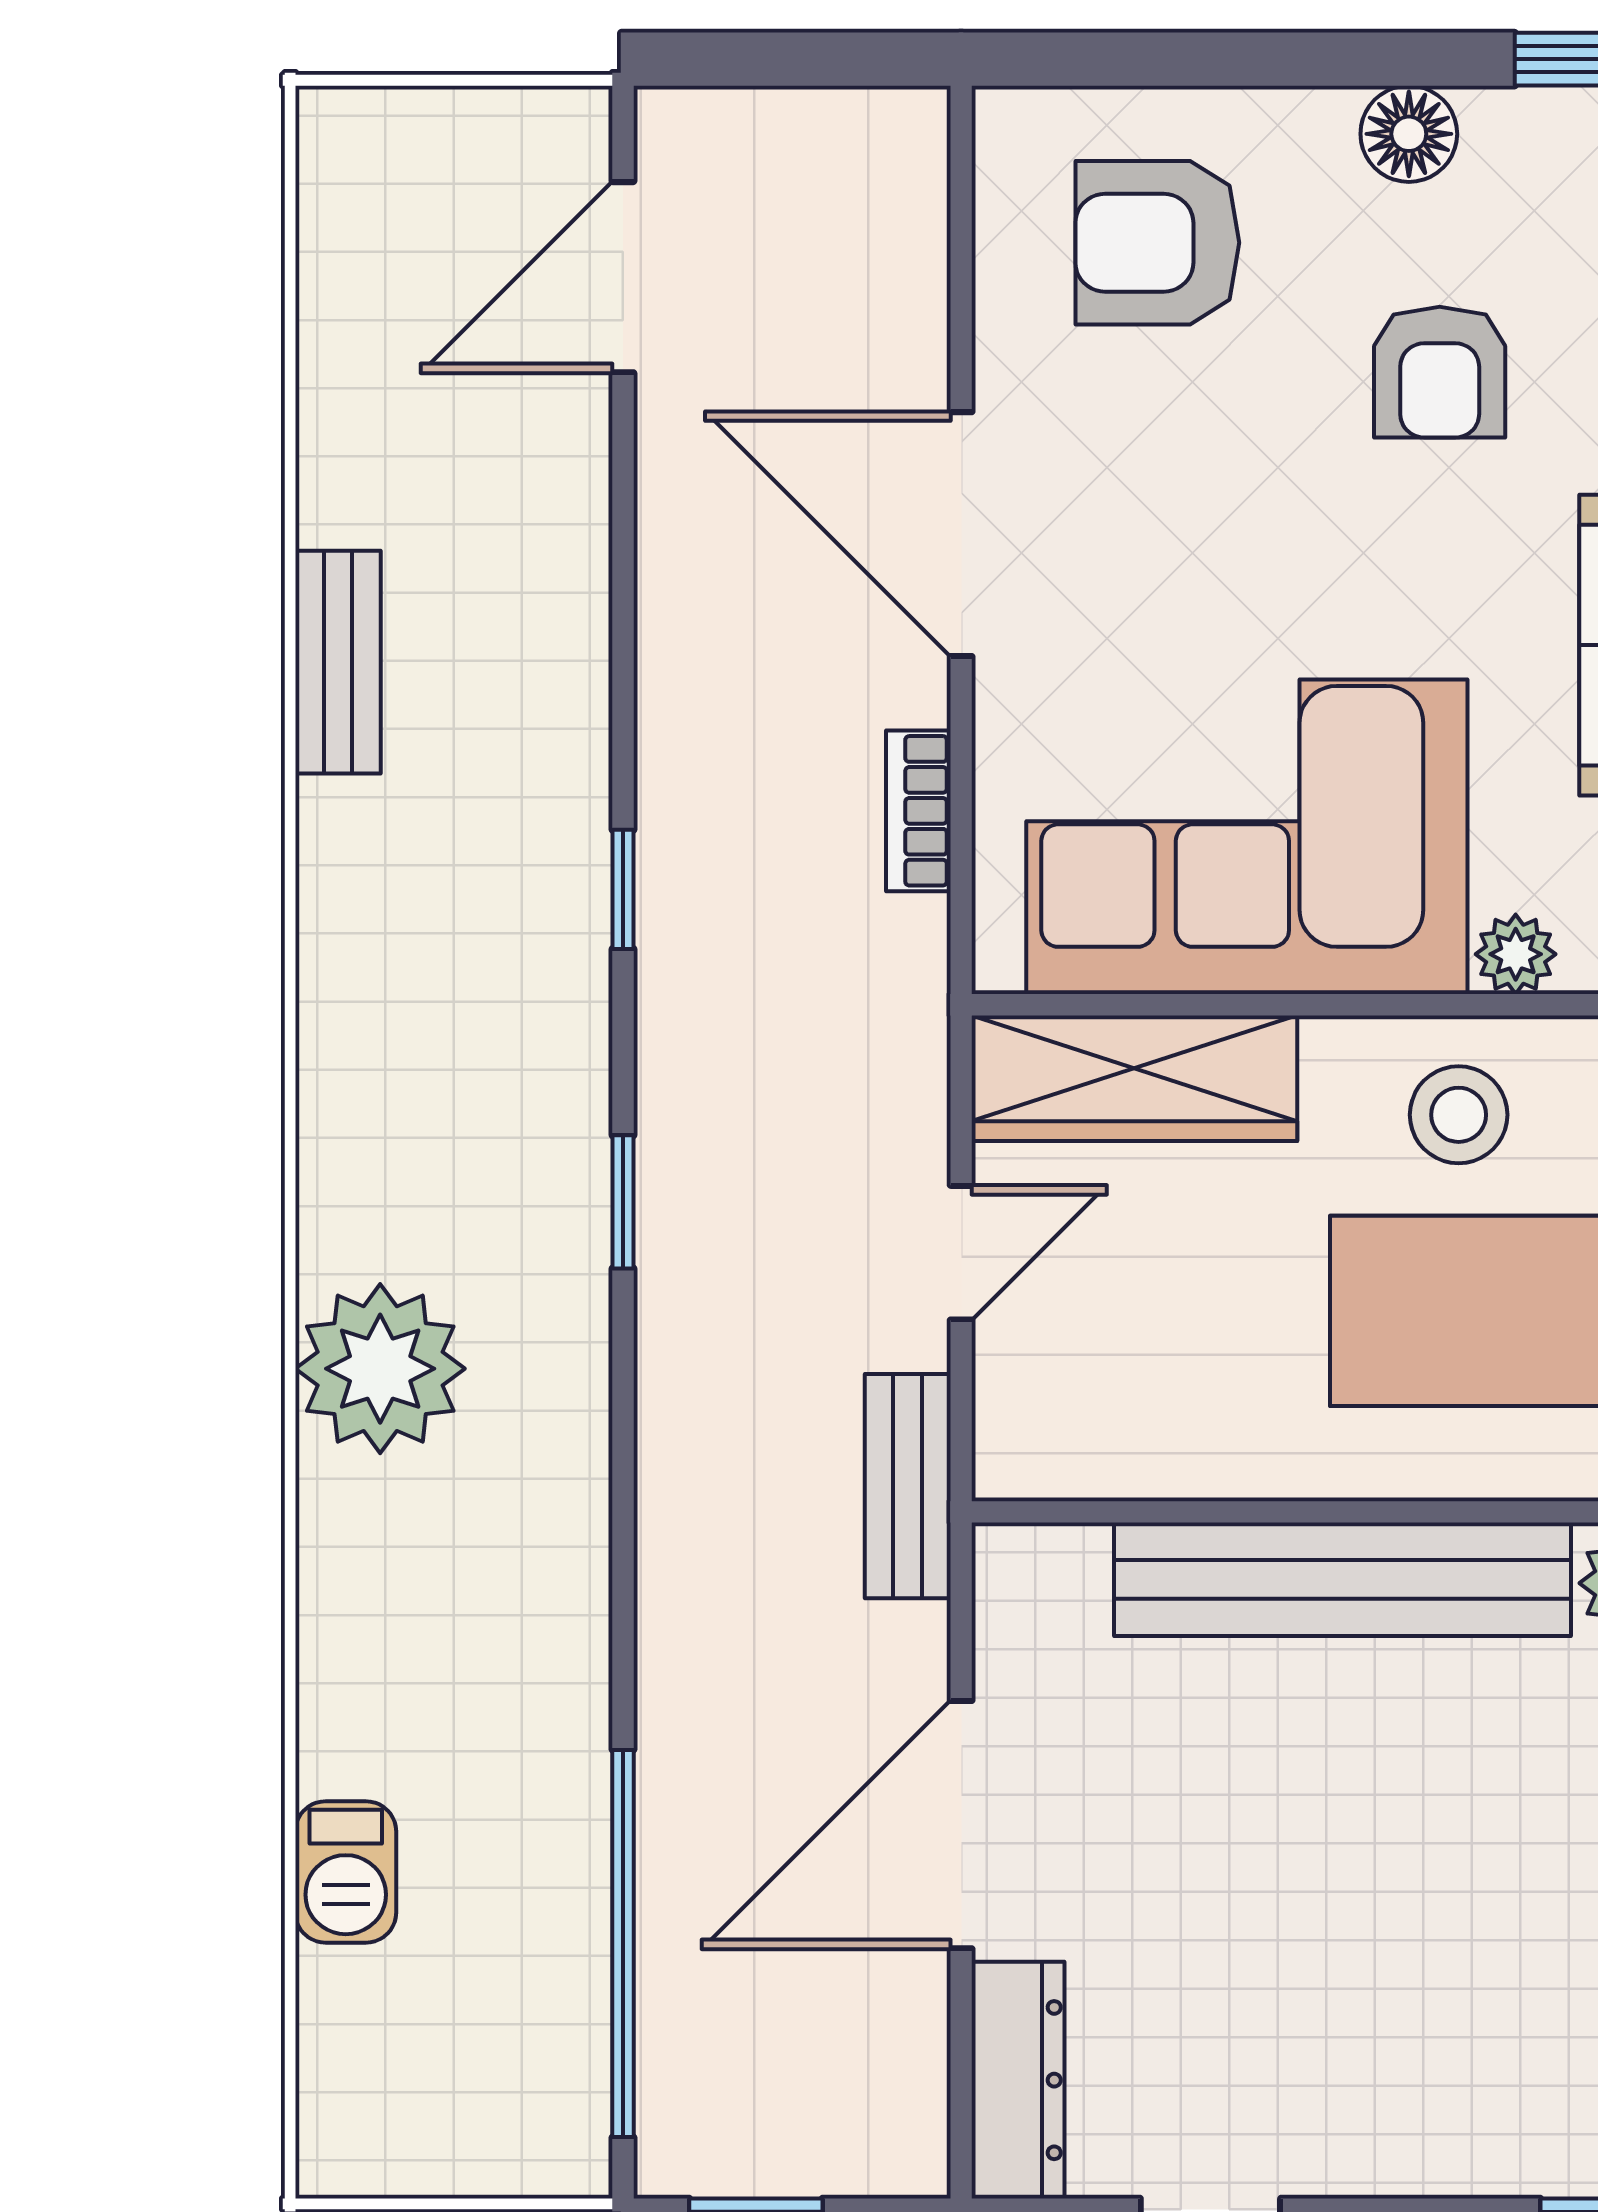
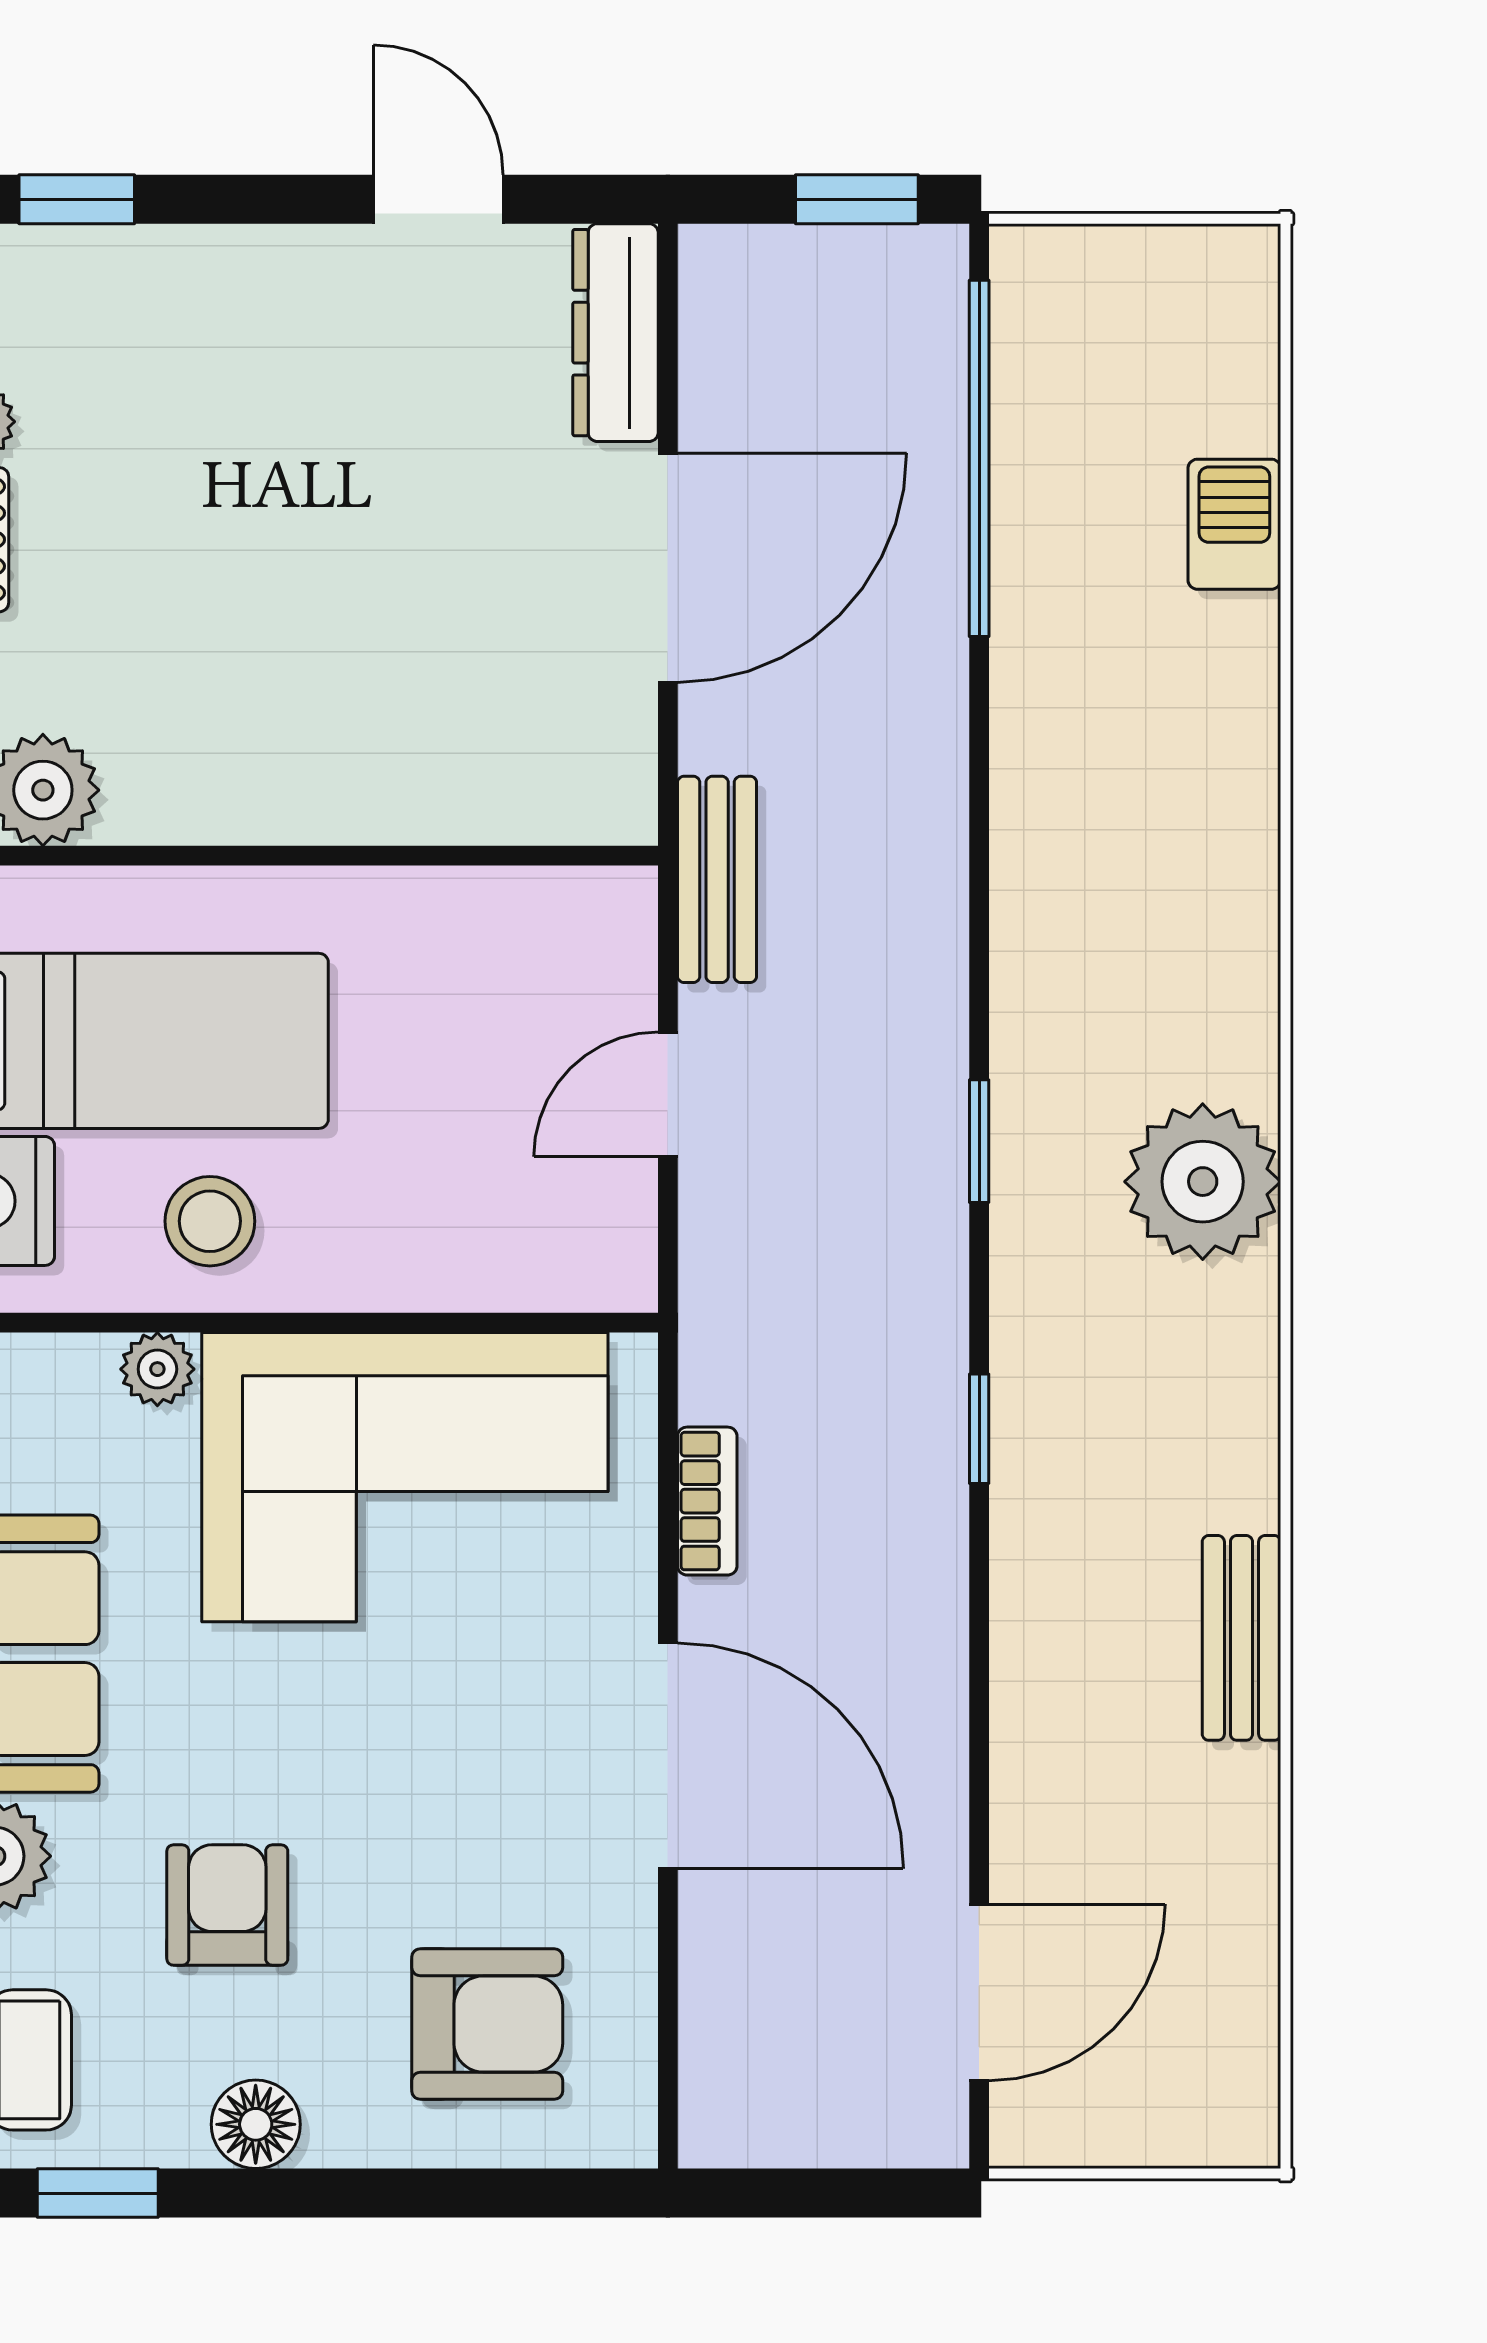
wardrobe: (1134, 1078) -> (508, 1255), removed
plant: (380, 1369) -> (1203, 1182), moved
bench: (1342, 1579) -> (317, 794), removed

